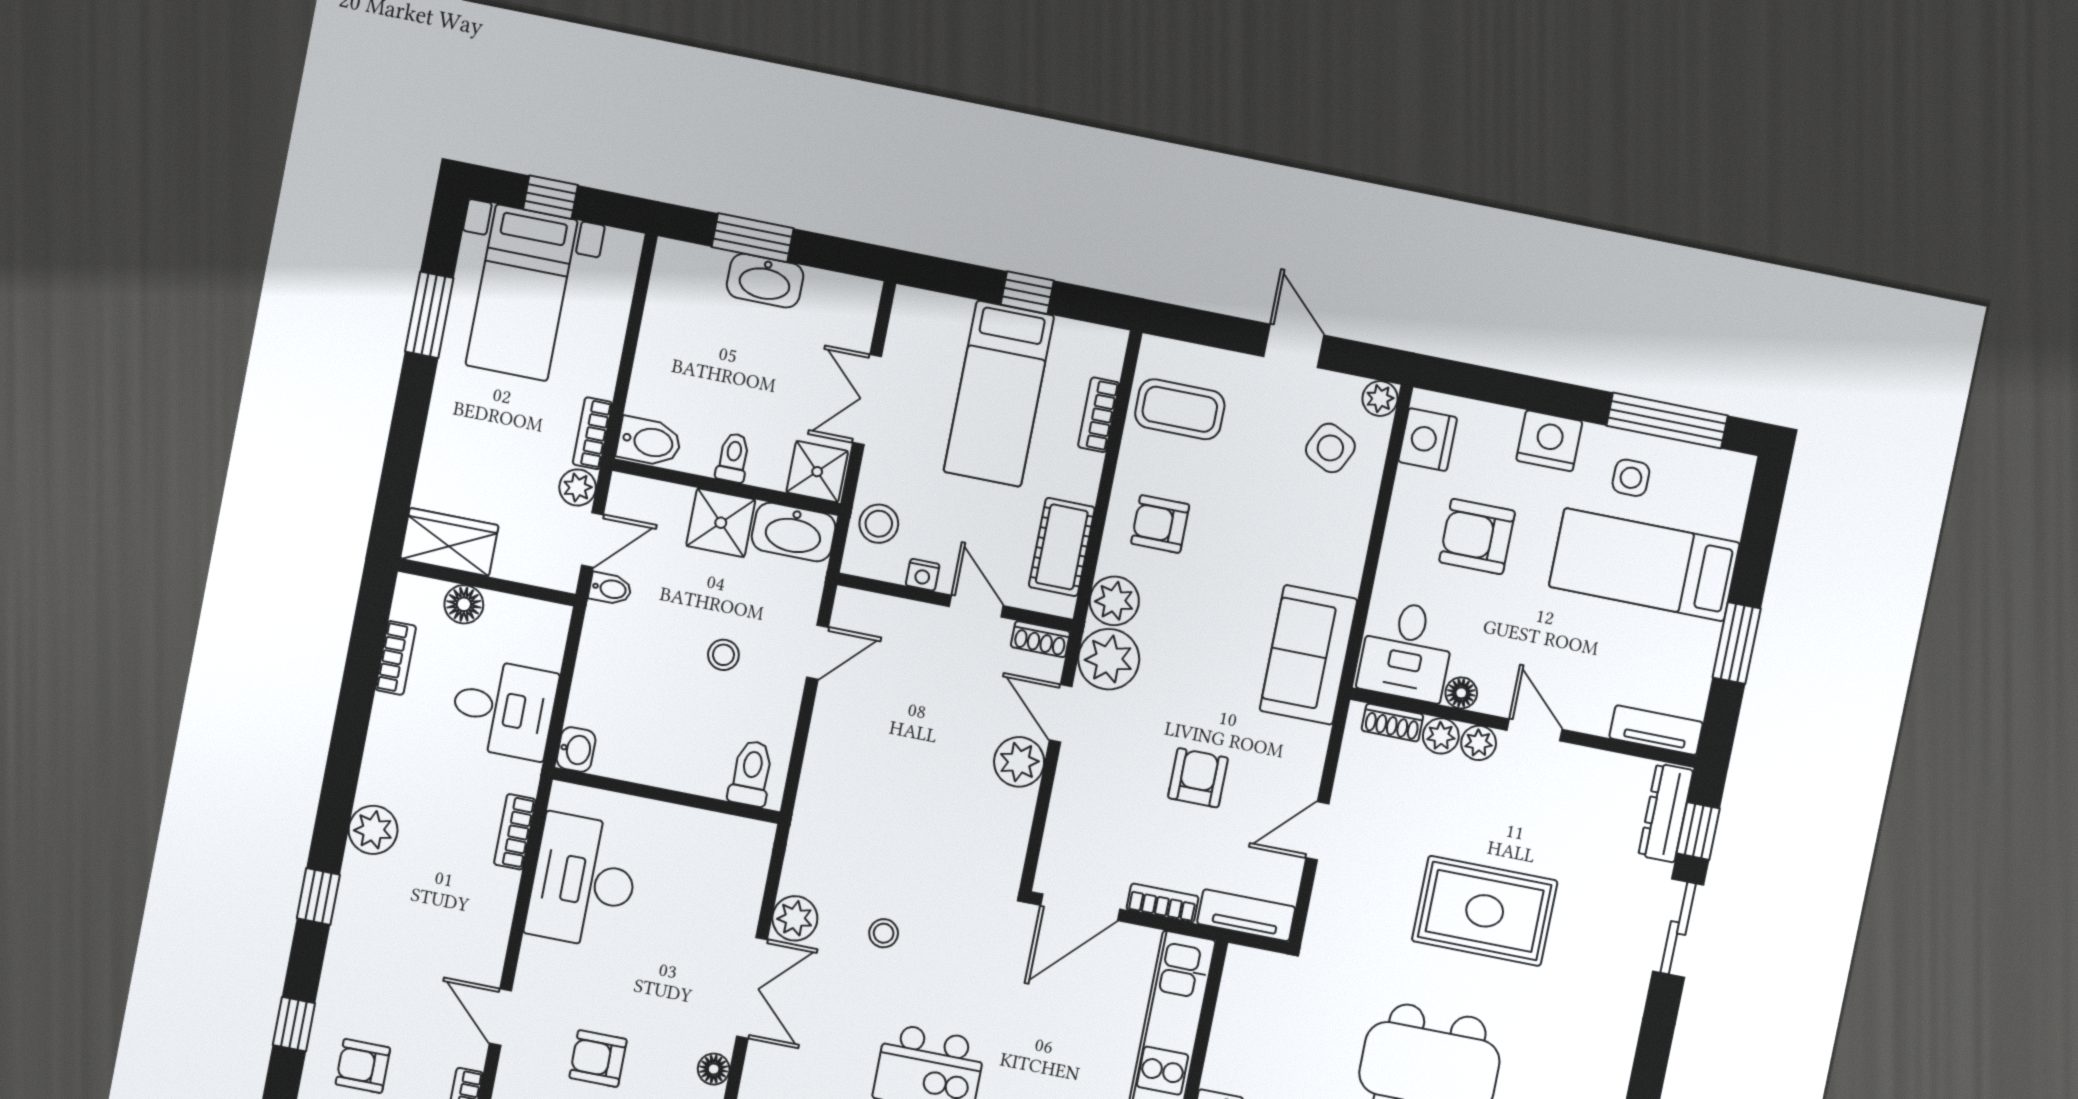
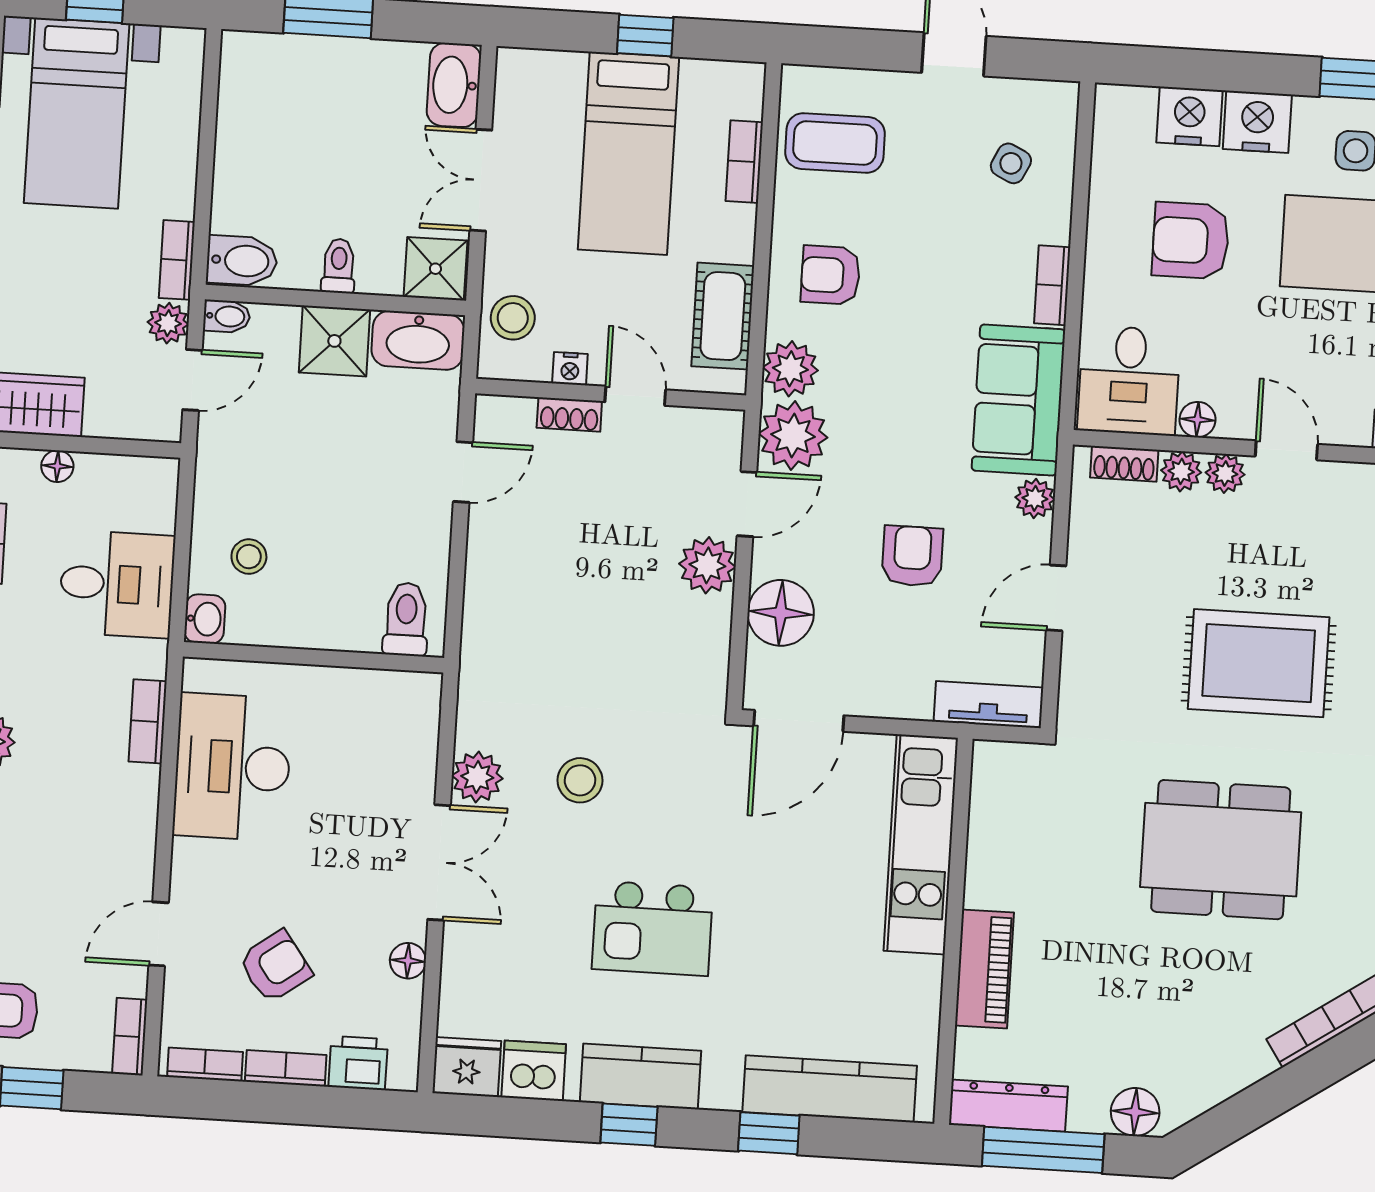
washbasin: (765, 281) -> (454, 85), moved, turned 90
plant: (1380, 398) -> (1035, 498), moved
nightstand: (1428, 440) -> (1189, 116), moved, turned 90
side table: (1330, 448) -> (1011, 163), width x0.73, depth x0.73
bidet: (610, 589) -> (227, 316), moved
floor lamp: (464, 604) -> (57, 466), width x0.73, depth x0.73
shoe rack: (1040, 639) -> (569, 415), moved
stool: (723, 655) -> (249, 557), moved
door: (1061, 713) -> (747, 504), swing flipped
floor lamp: (1077, 812) -> (781, 613), added
bookcase: (1163, 903) -> (1052, 285), moved, turned -90
stool: (884, 933) -> (580, 780), width x1.37, depth x1.37
door: (500, 1017) -> (159, 934), hinge flipped
armchair: (598, 1059) -> (275, 966), turned 144

